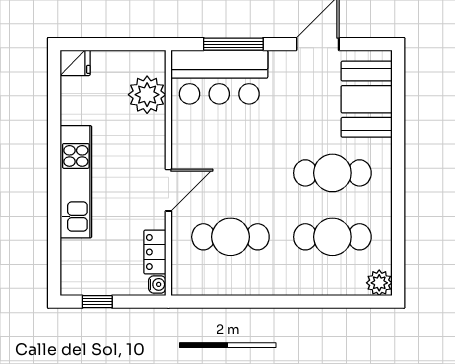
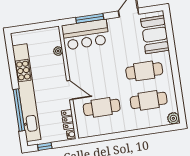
fridge: (75, 63) -> (18, 38), removed
plant: (147, 95) -> (58, 51), width x0.53, depth x0.53
kitchen unit: (76, 182) -> (27, 93), width x1.86
door: (168, 190) -> (70, 90), hinge flipped
window: (54, 216) -> (19, 110), added

